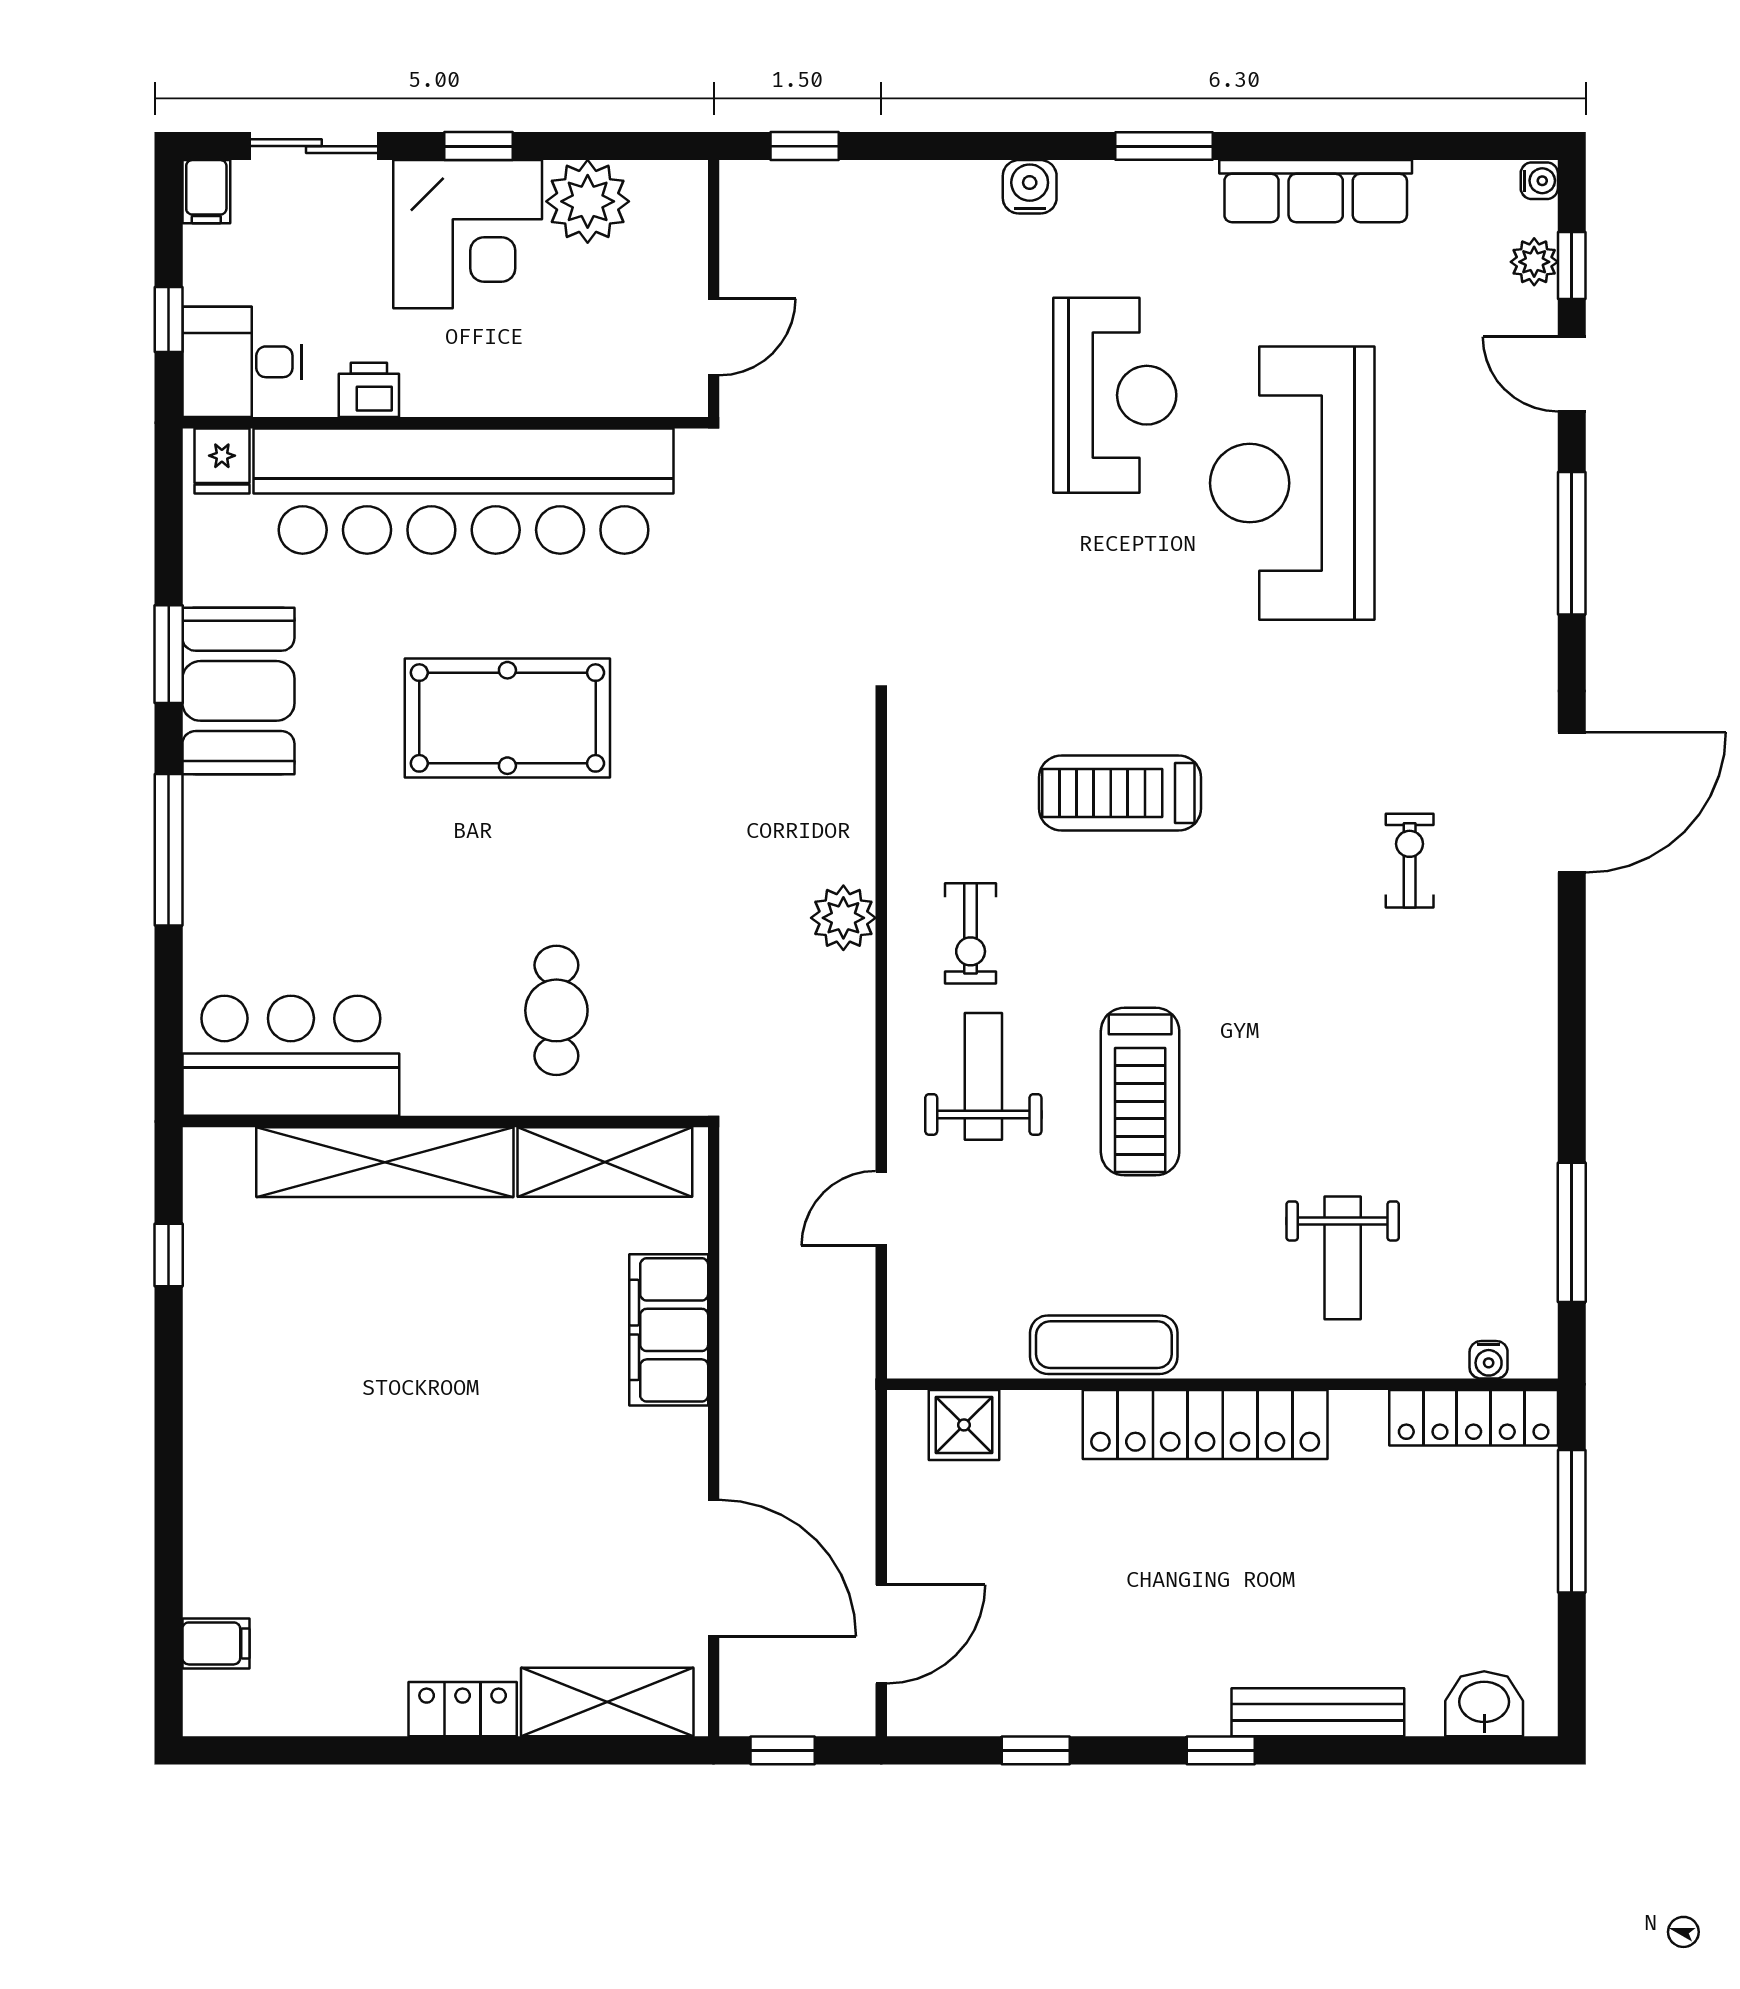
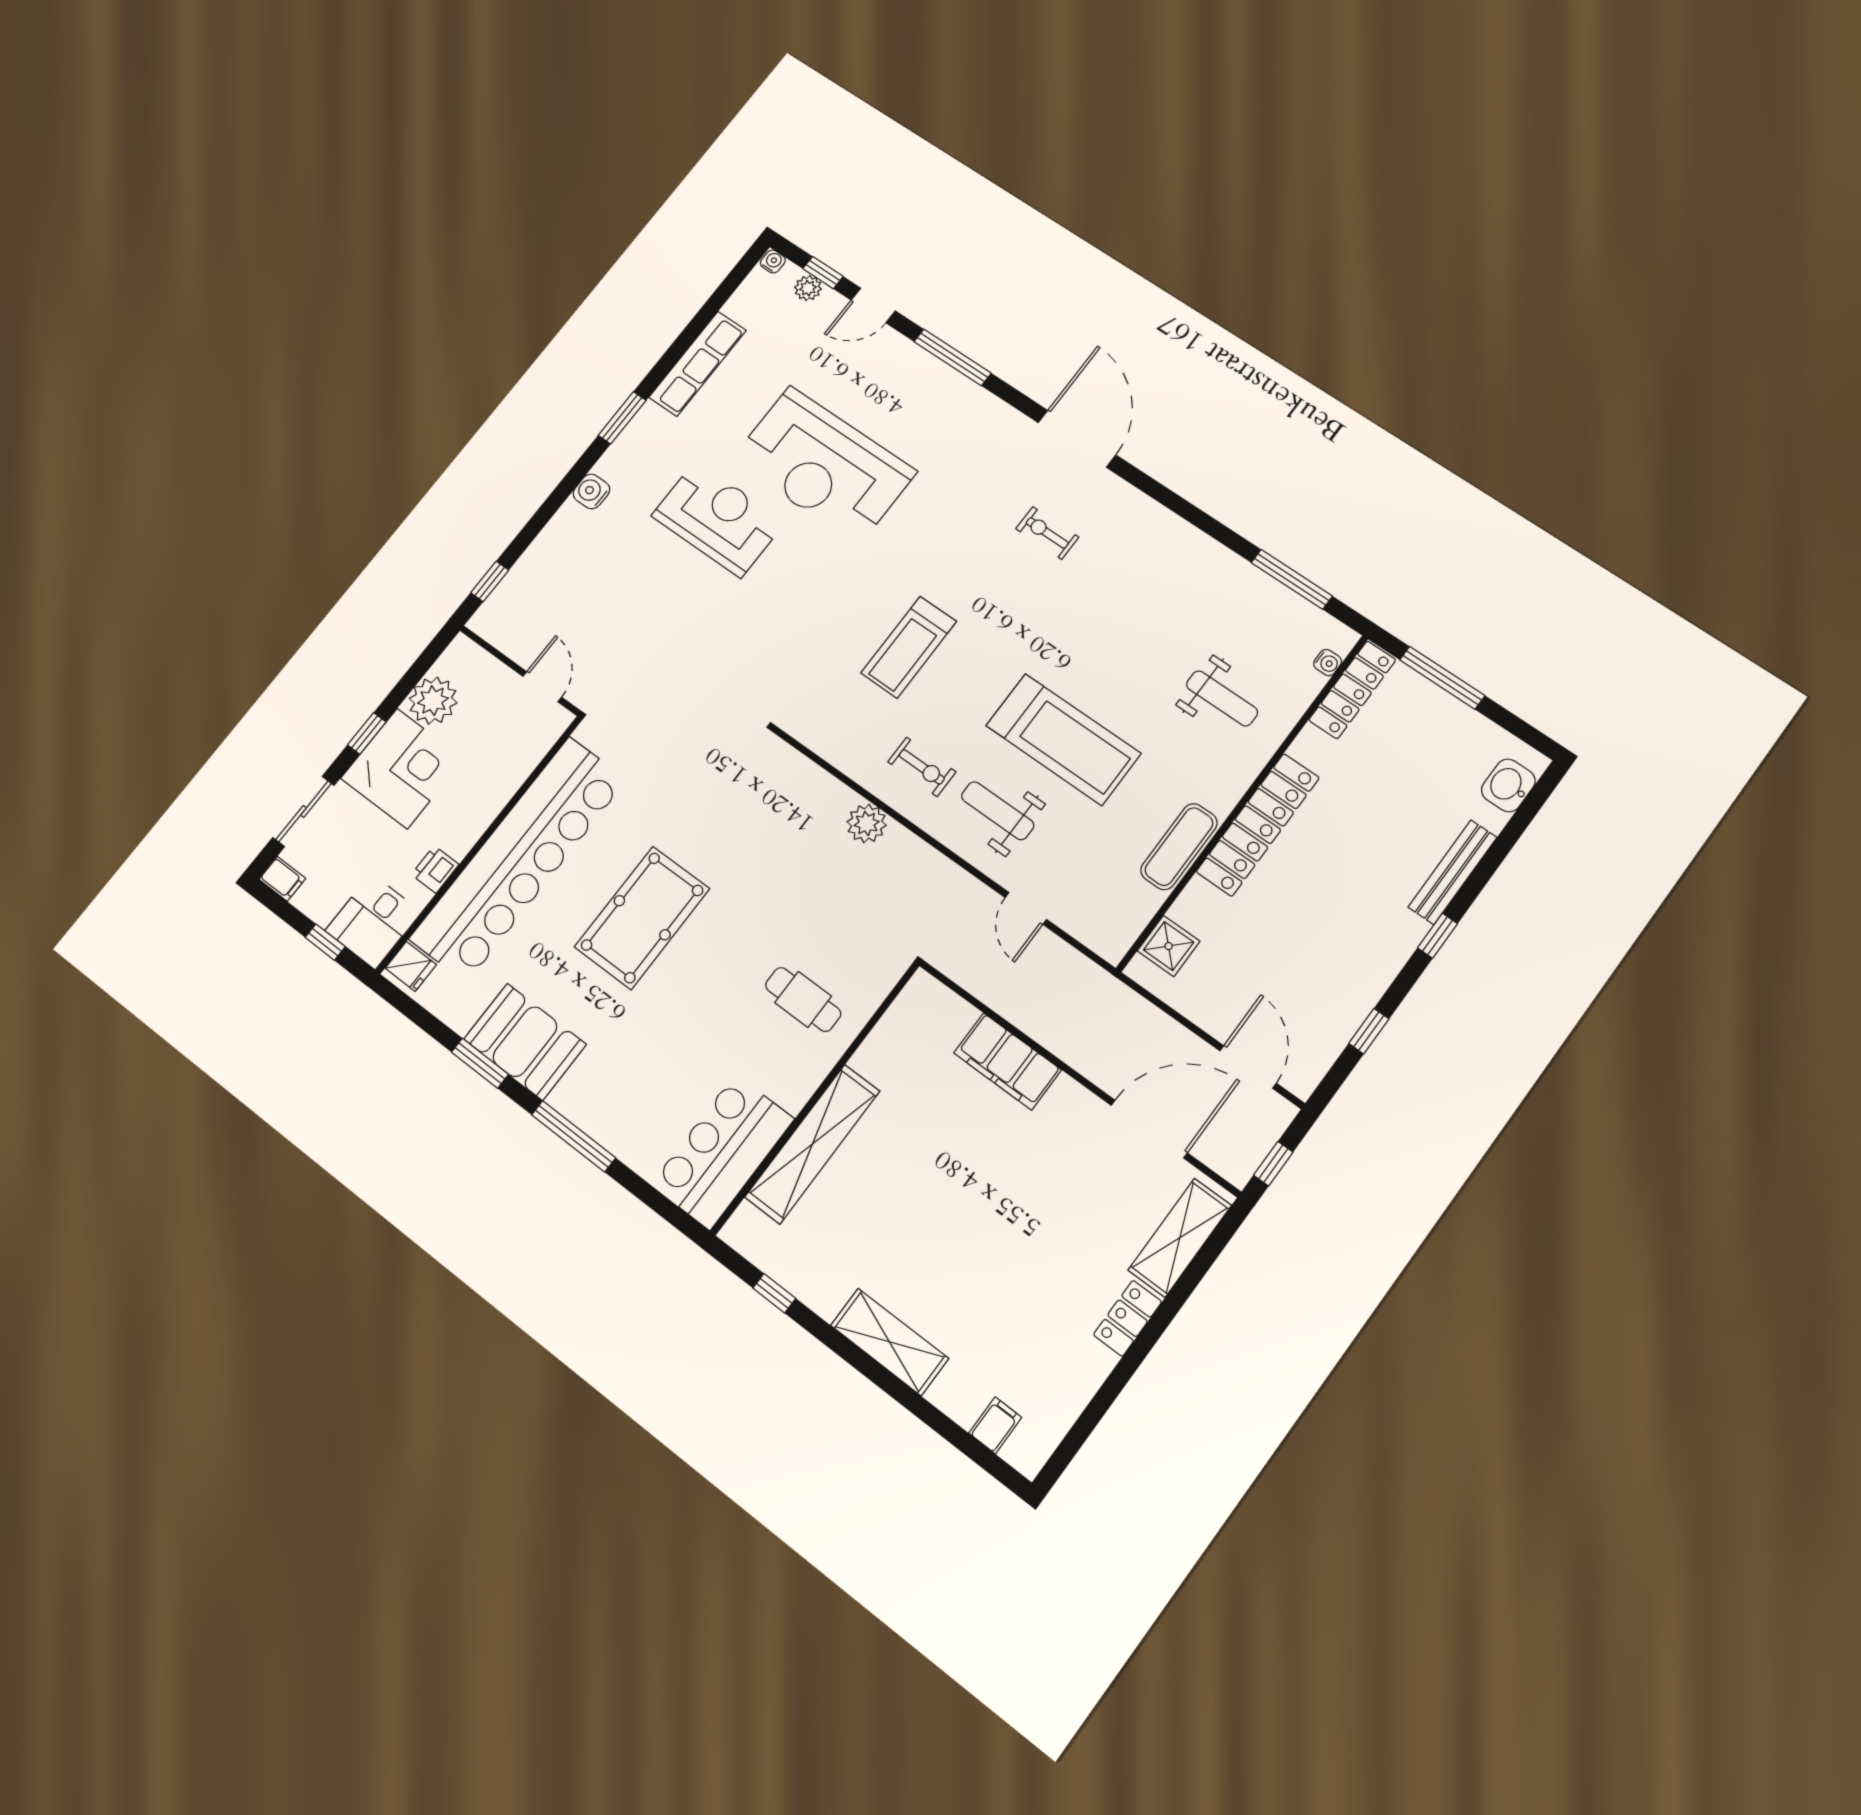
treadmill: (1140, 1092) -> (1063, 739), width x1.37, depth x1.37
shelving: (605, 1162) -> (889, 1342), moved, turned 90

